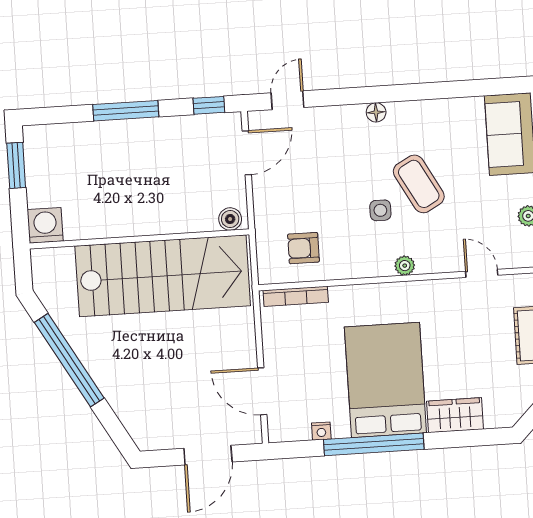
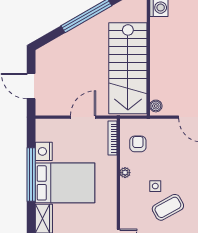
plant: (405, 266) -> (125, 173), moved
door: (262, 391) -> (83, 117), moved
nightstand: (321, 431) -> (44, 151), width x1.89, depth x1.79

